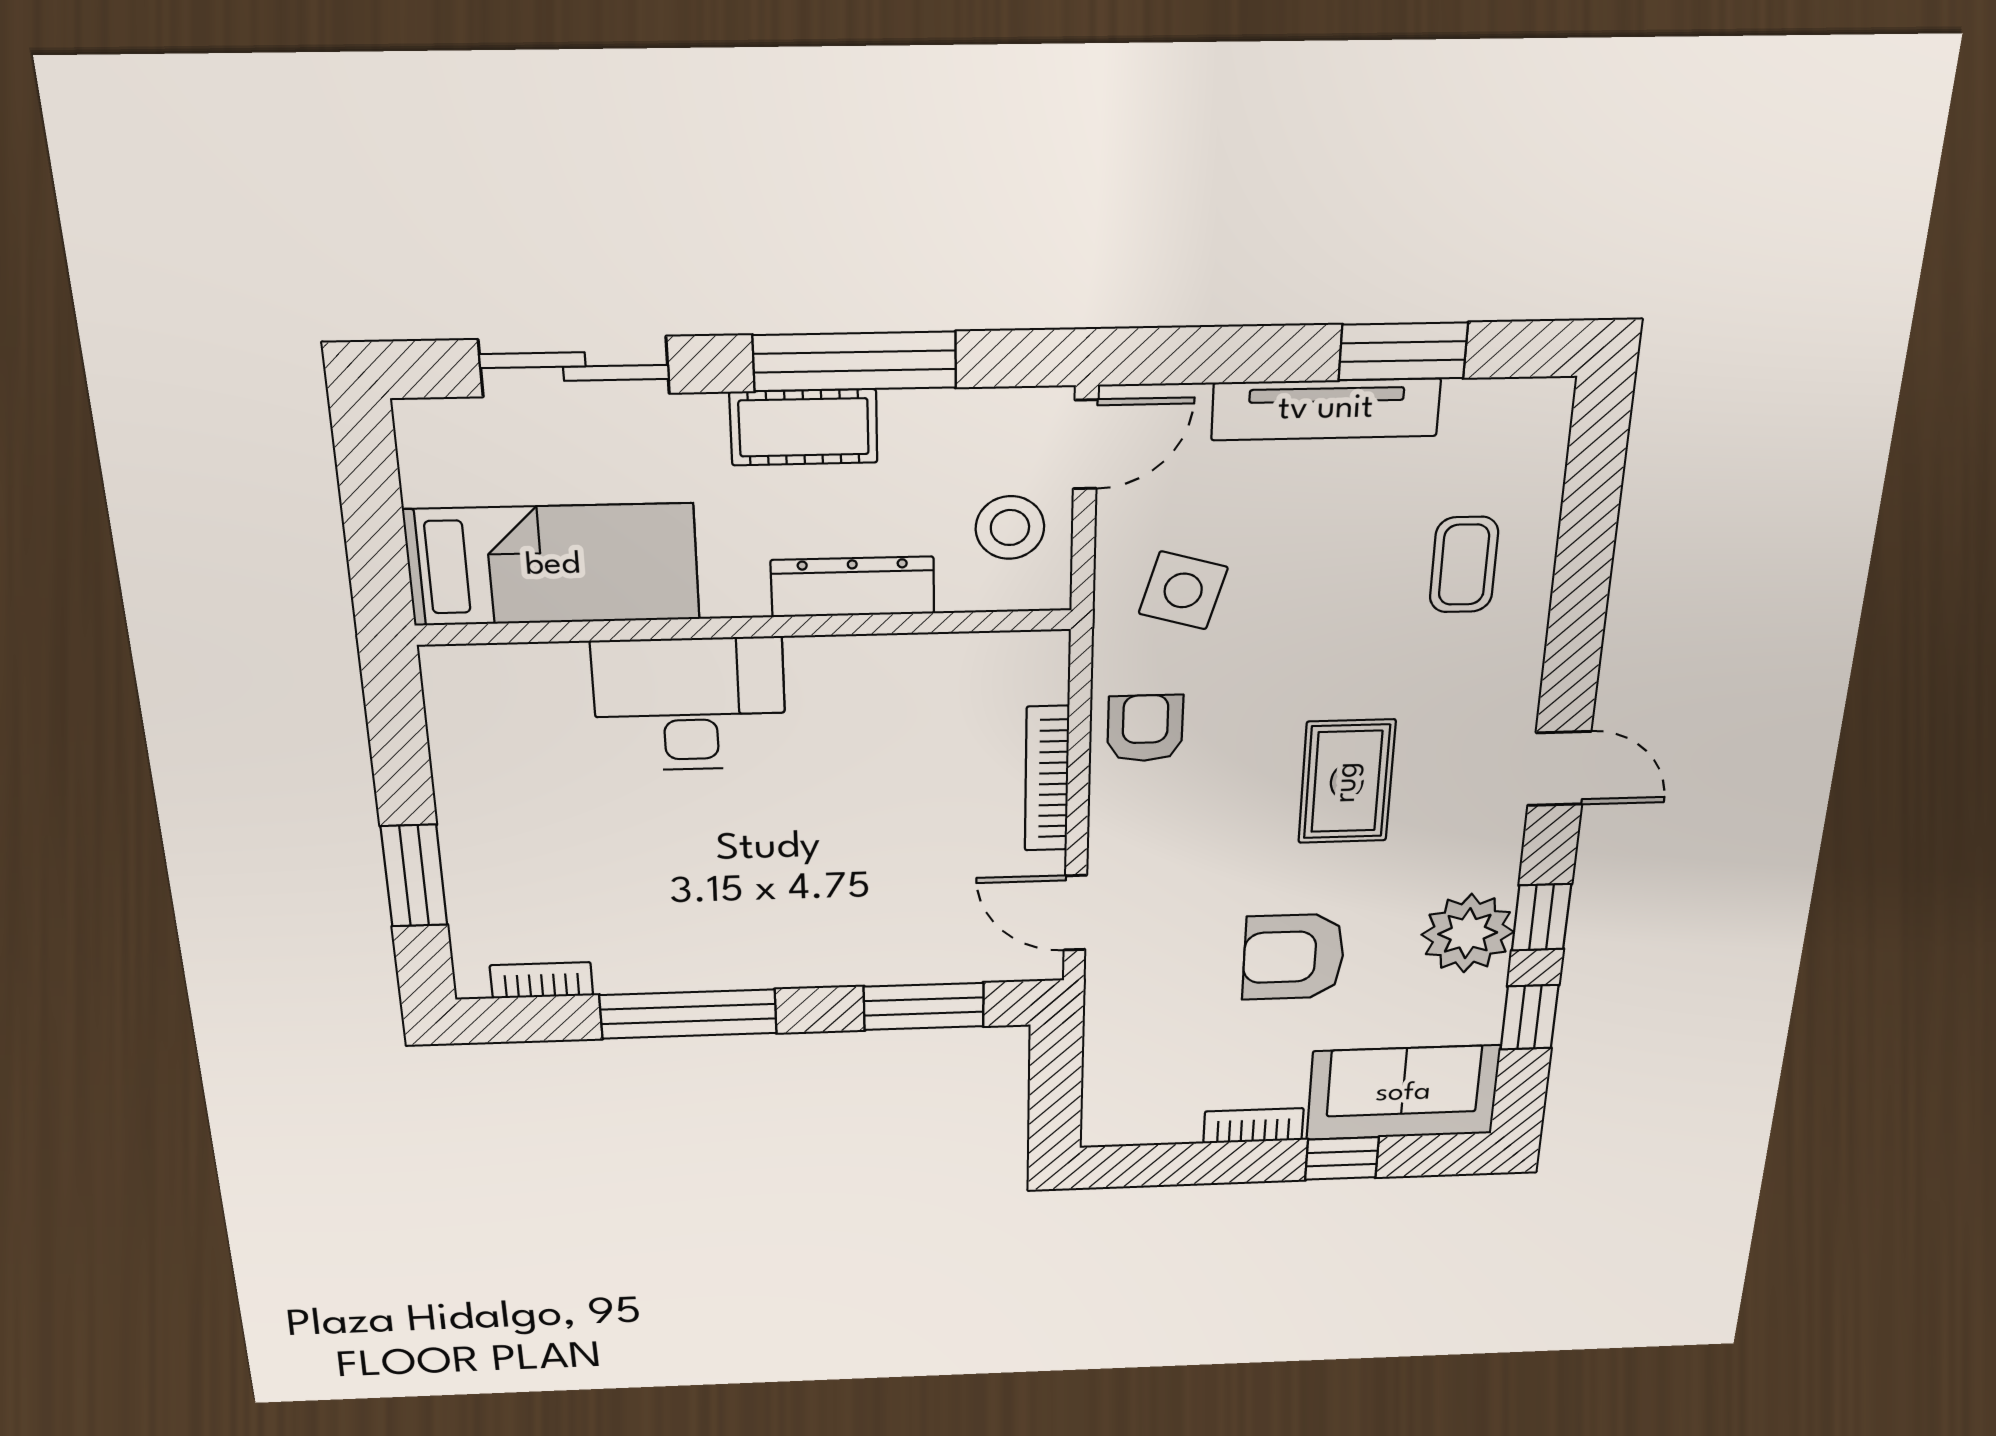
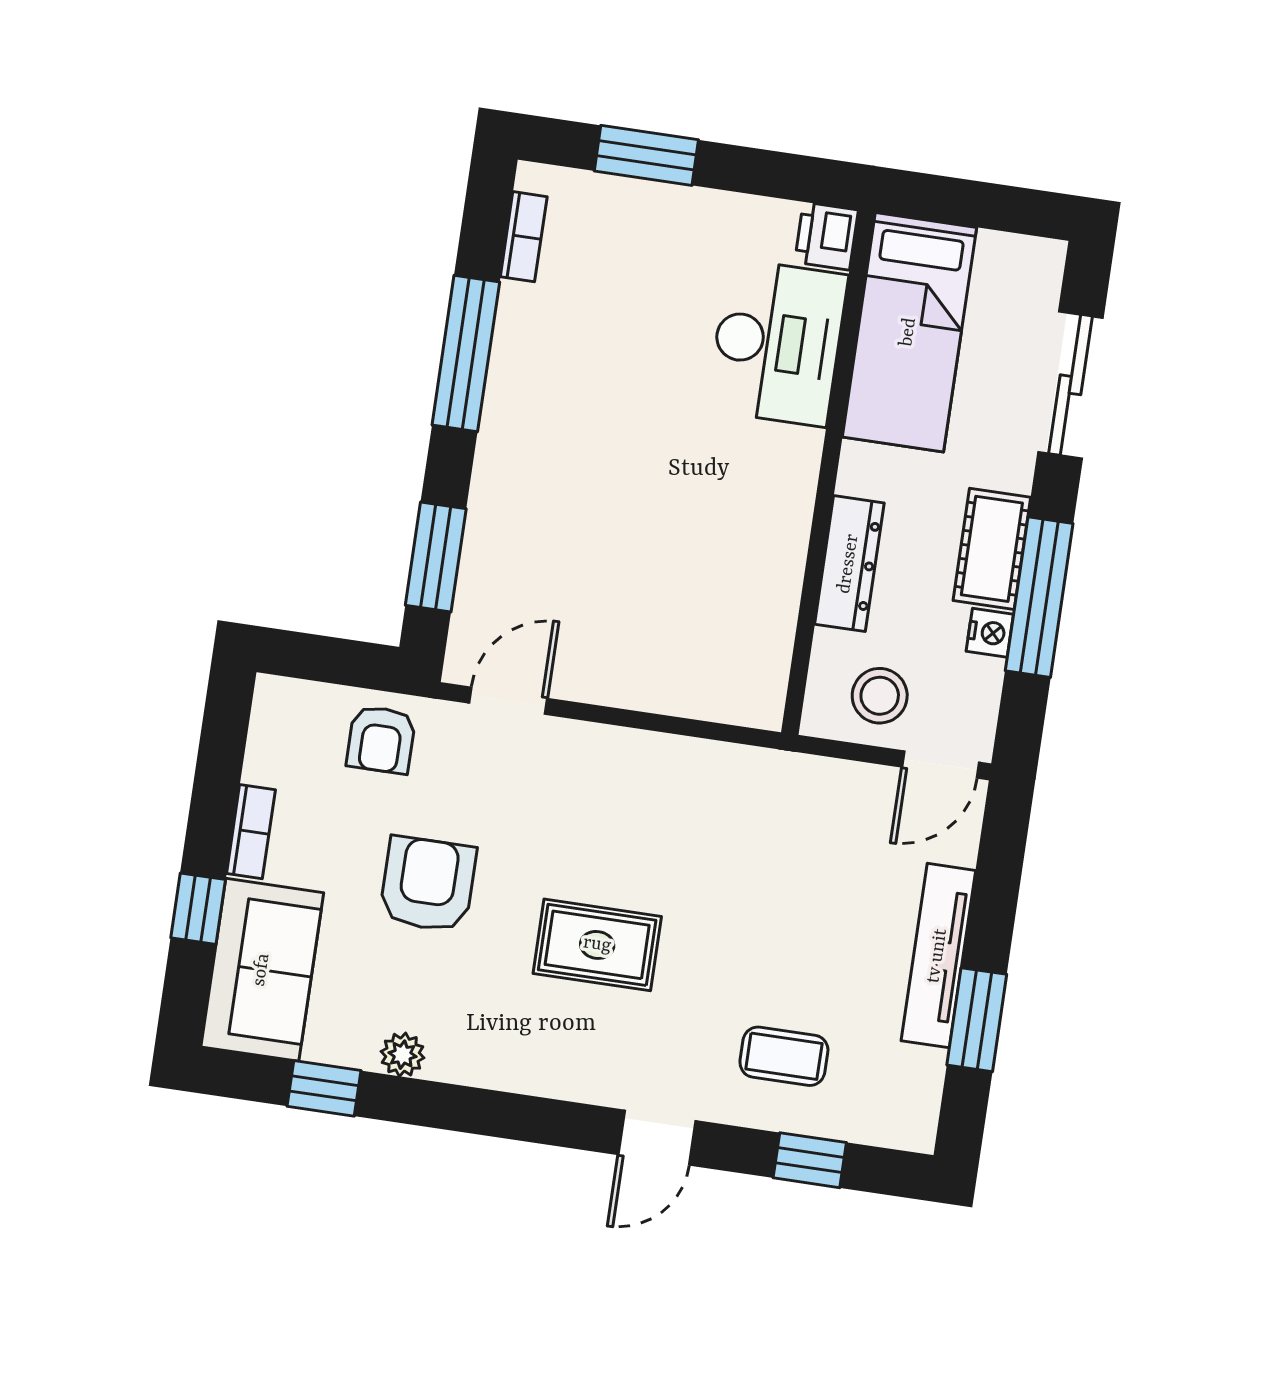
nightstand: (910, 413) -> (990, 633), added
door: (1086, 445) -> (941, 765), hinge flipped
side table: (1183, 590) -> (800, 827), removed
printer: (458, 674) -> (826, 236), added
desk: (690, 704) -> (777, 343), moved
armchair: (1145, 728) -> (381, 740), moved, turned 90
door: (1559, 769) -> (657, 1138), moved
bookcase: (1047, 779) -> (645, 694), removed
window: (1541, 917) -> (810, 1160), moved
plant: (1468, 933) -> (403, 1055), width x0.53, depth x0.53

